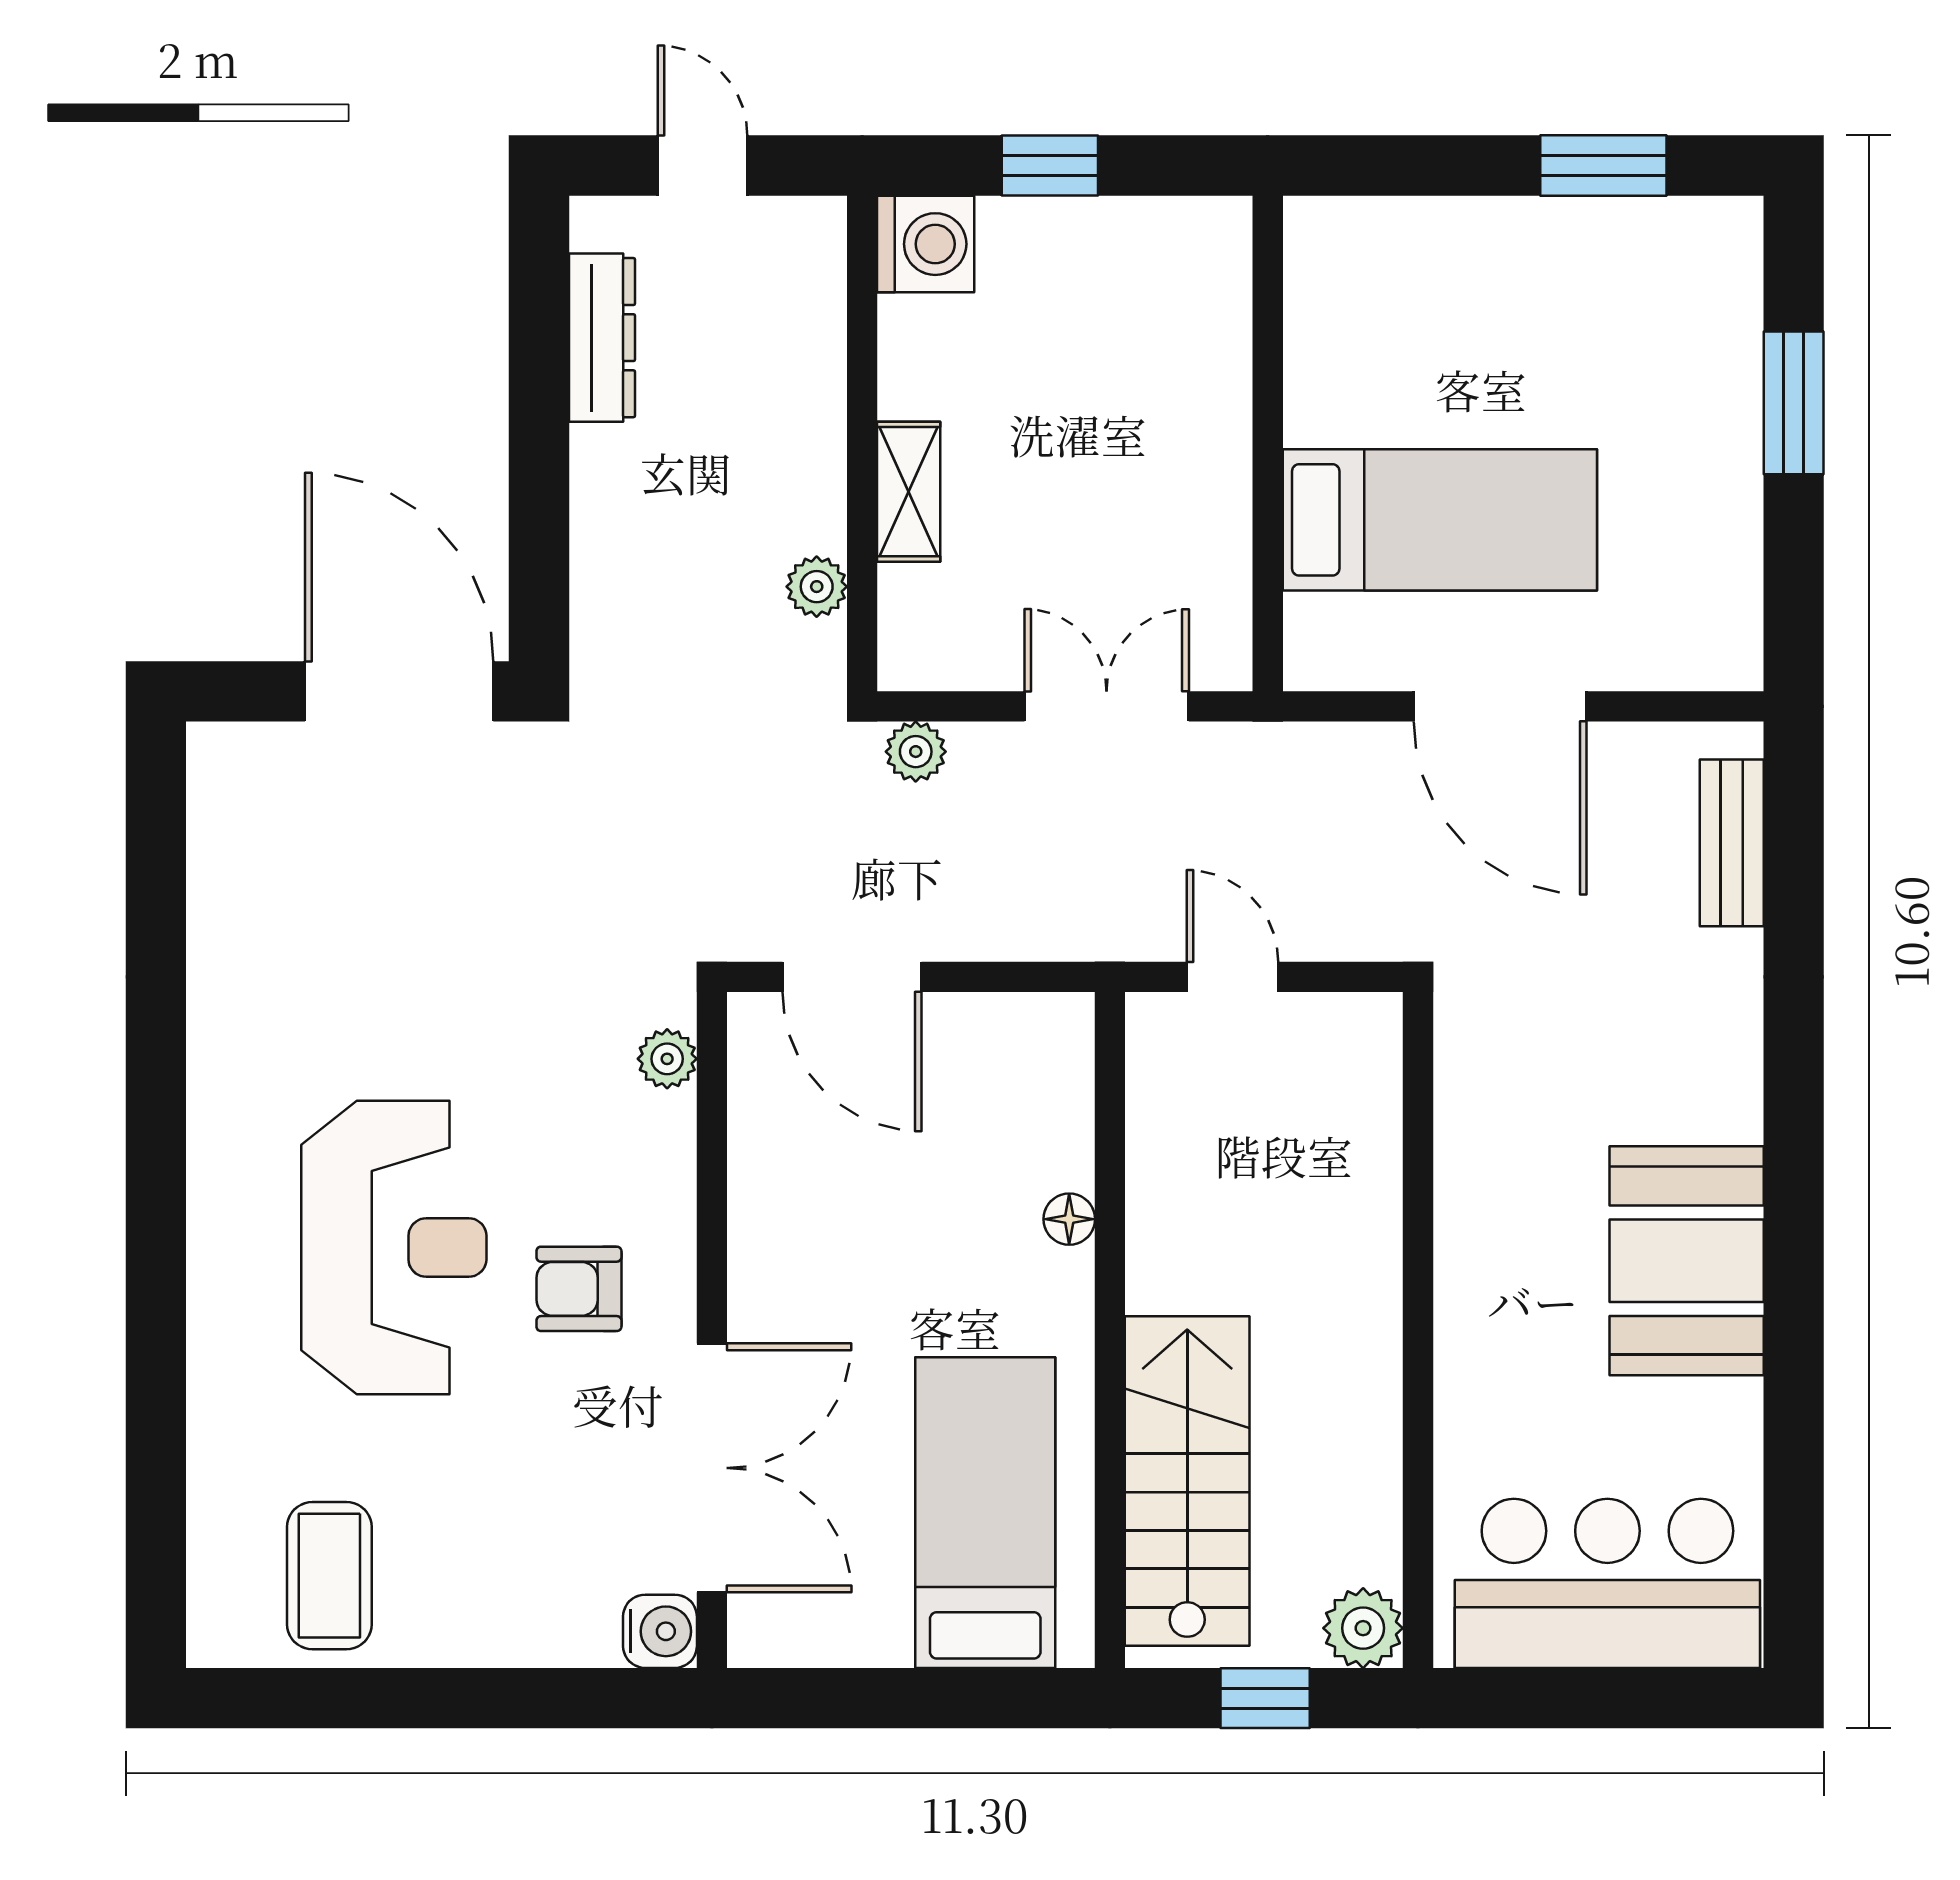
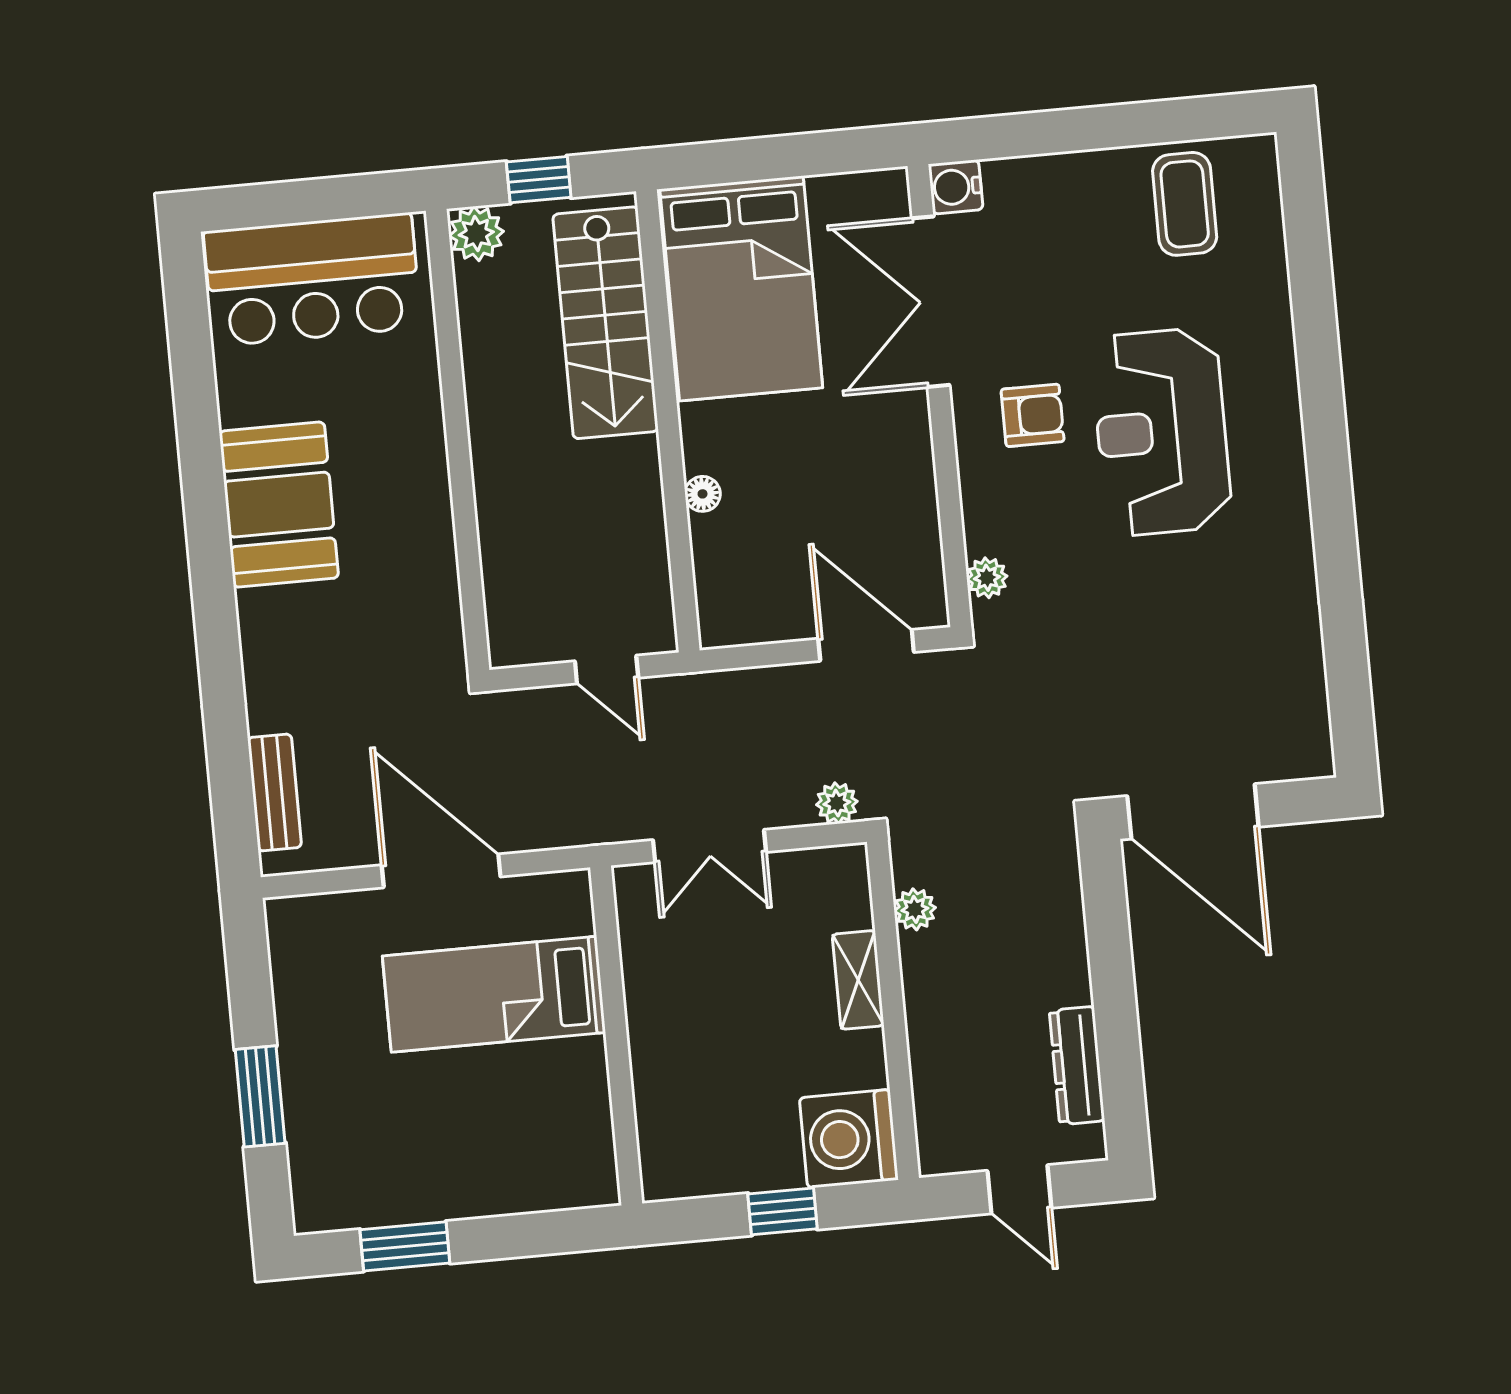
washing machine: (926, 244) -> (849, 1139), width x1.37, depth x1.37
bed: (985, 1513) -> (741, 288), width x1.50

